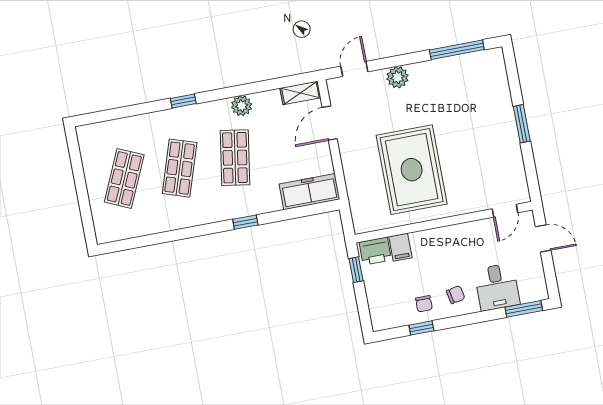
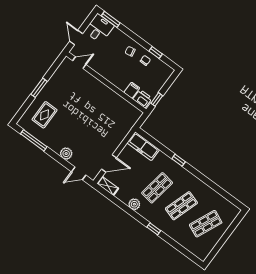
rug: (412, 170) -> (45, 115), moved, width x0.54, depth x0.49
desk: (497, 287) -> (99, 29), moved

